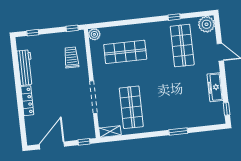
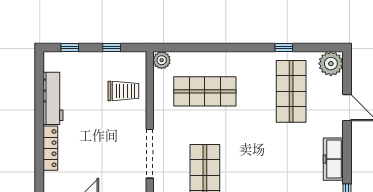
window: (72, 28) -> (112, 47), moved
trolley: (71, 57) -> (123, 91), turned 90

